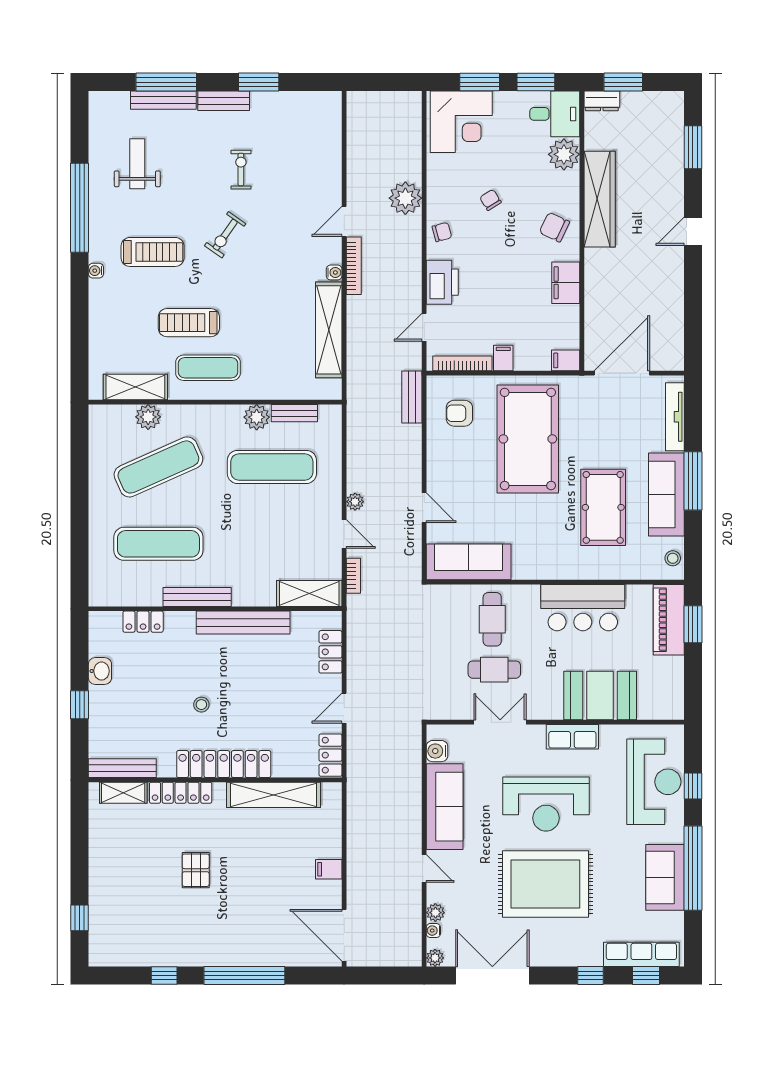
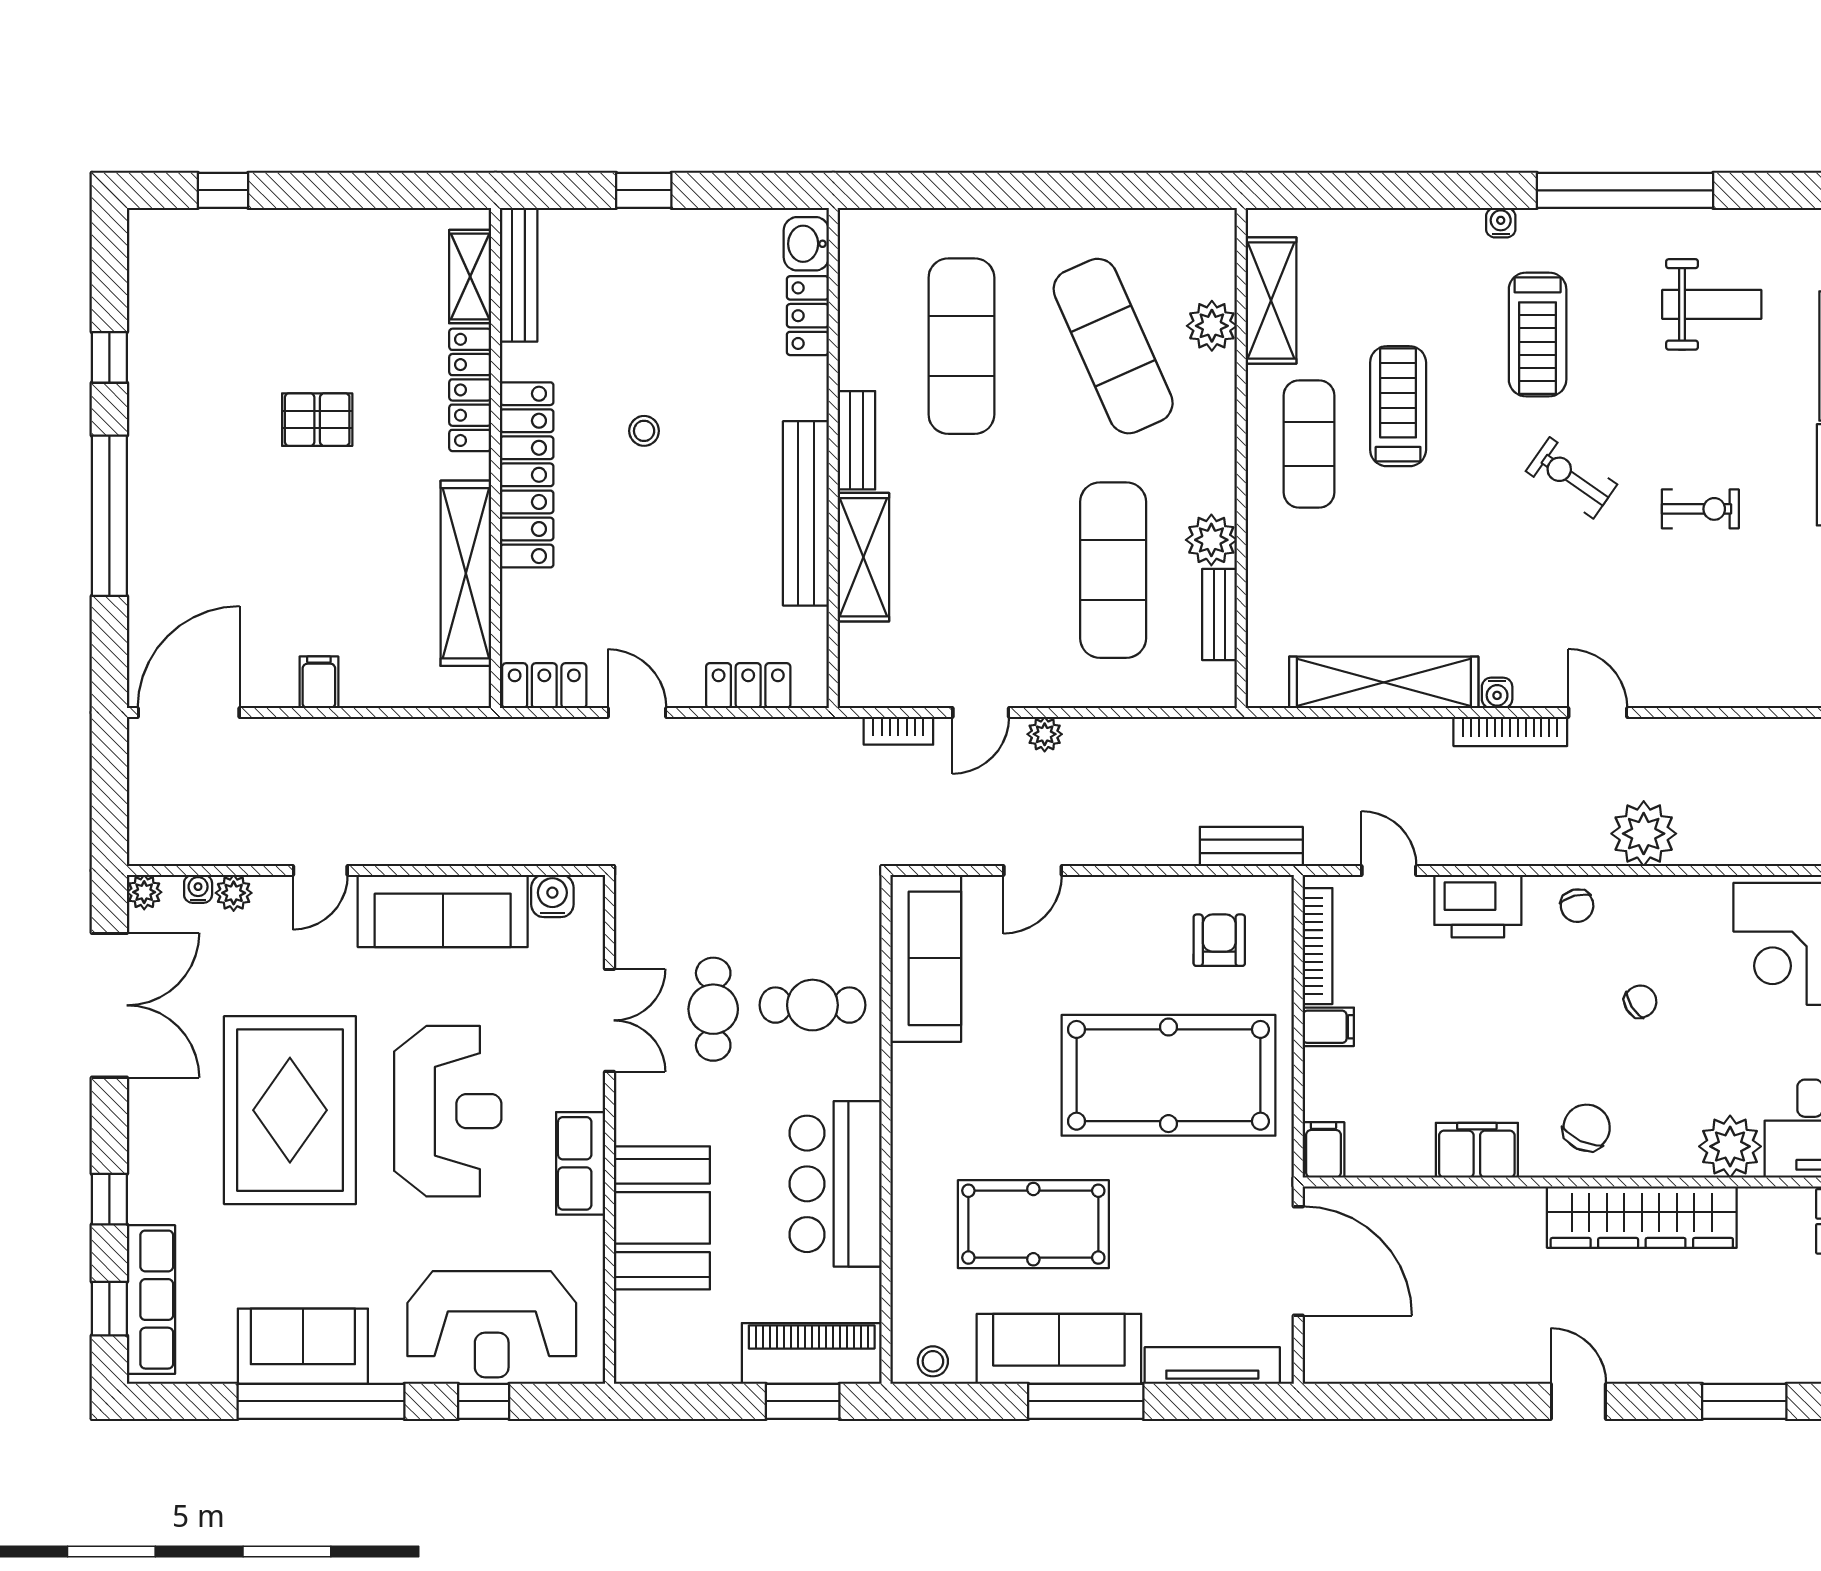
shelving: (309, 593) -> (863, 557), moved
bench: (197, 597) -> (856, 440), width x0.73
washbasin: (100, 671) -> (806, 244), moved, turned 90
reception desk: (546, 804) -> (448, 1111), turned 180

